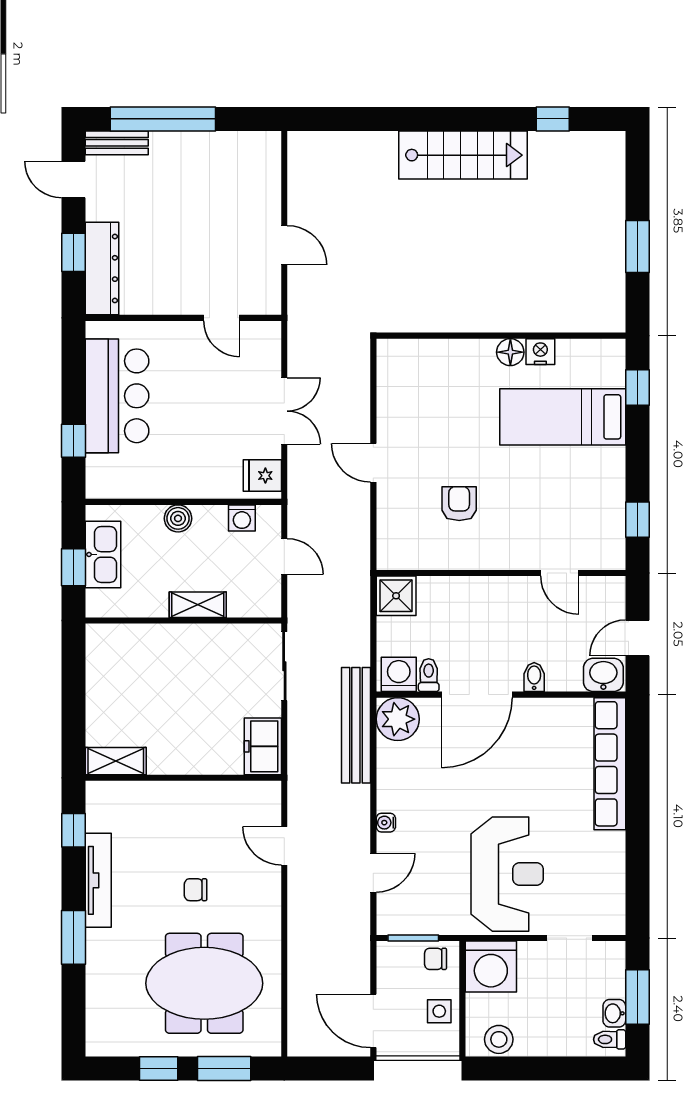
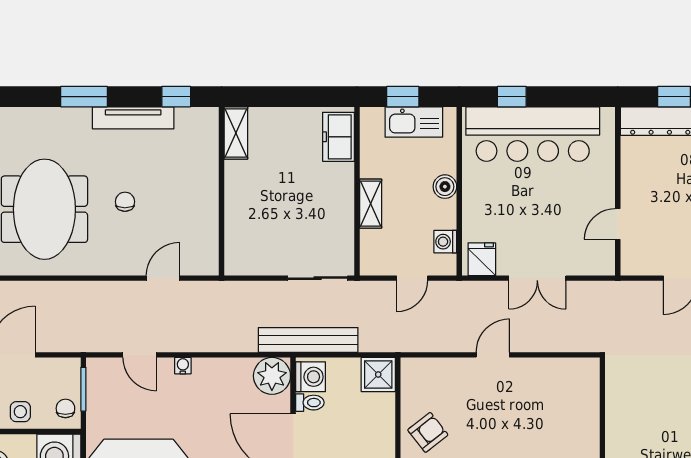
bar counter: (117, 396) -> (533, 134), width x1.36
armchair: (459, 504) -> (428, 432), moved, turned -38
bench: (356, 725) -> (308, 340), moved
freezer: (263, 746) -> (338, 137), moved, turned -90

